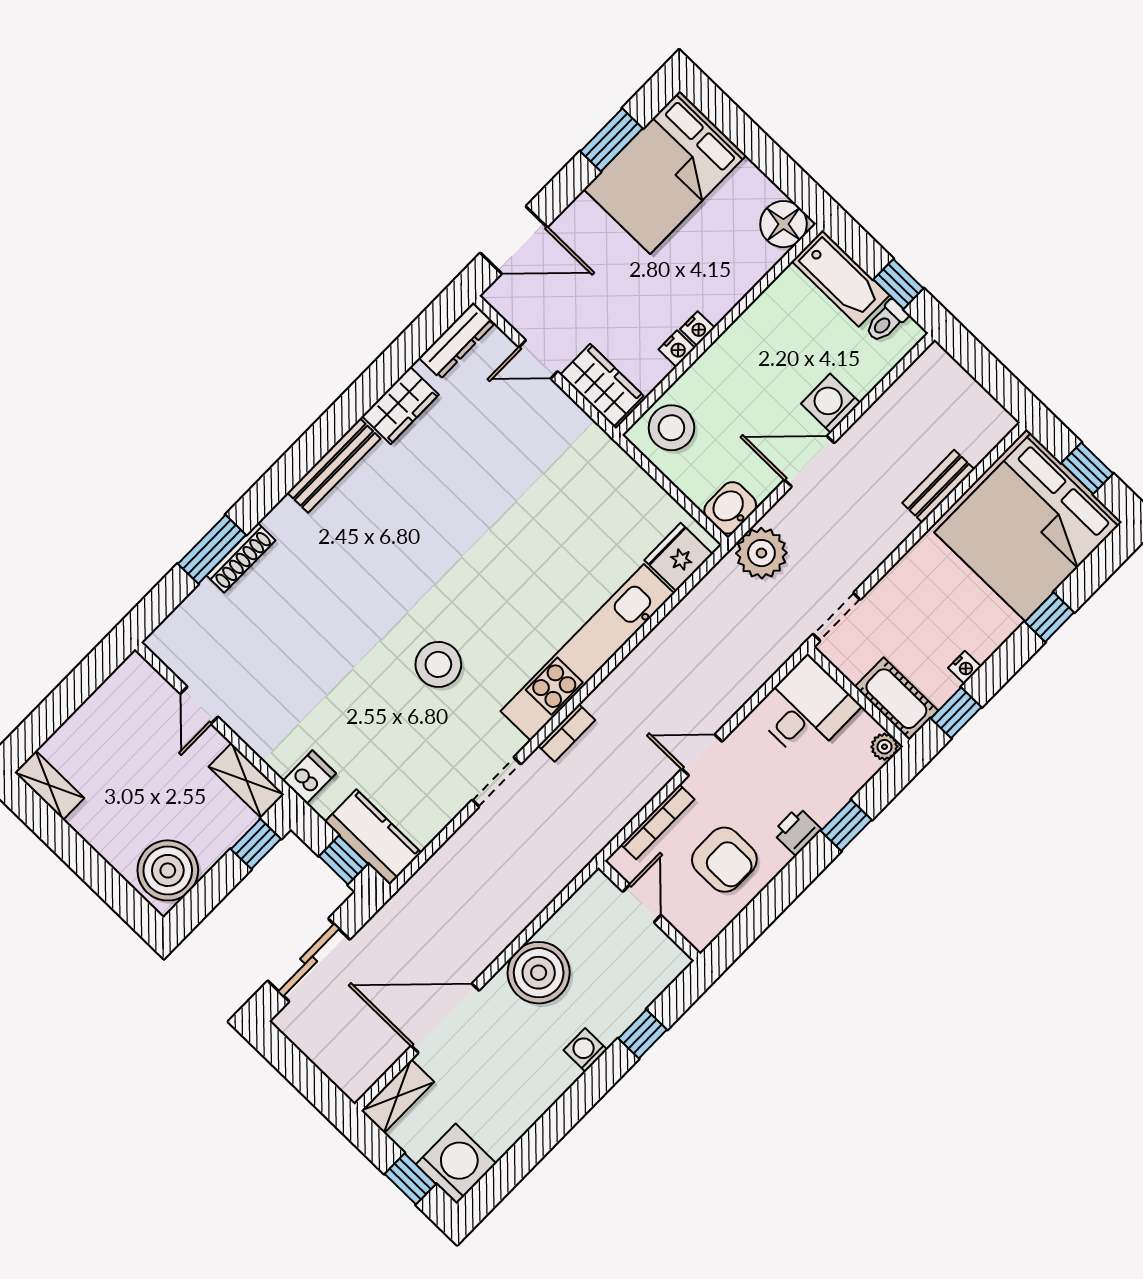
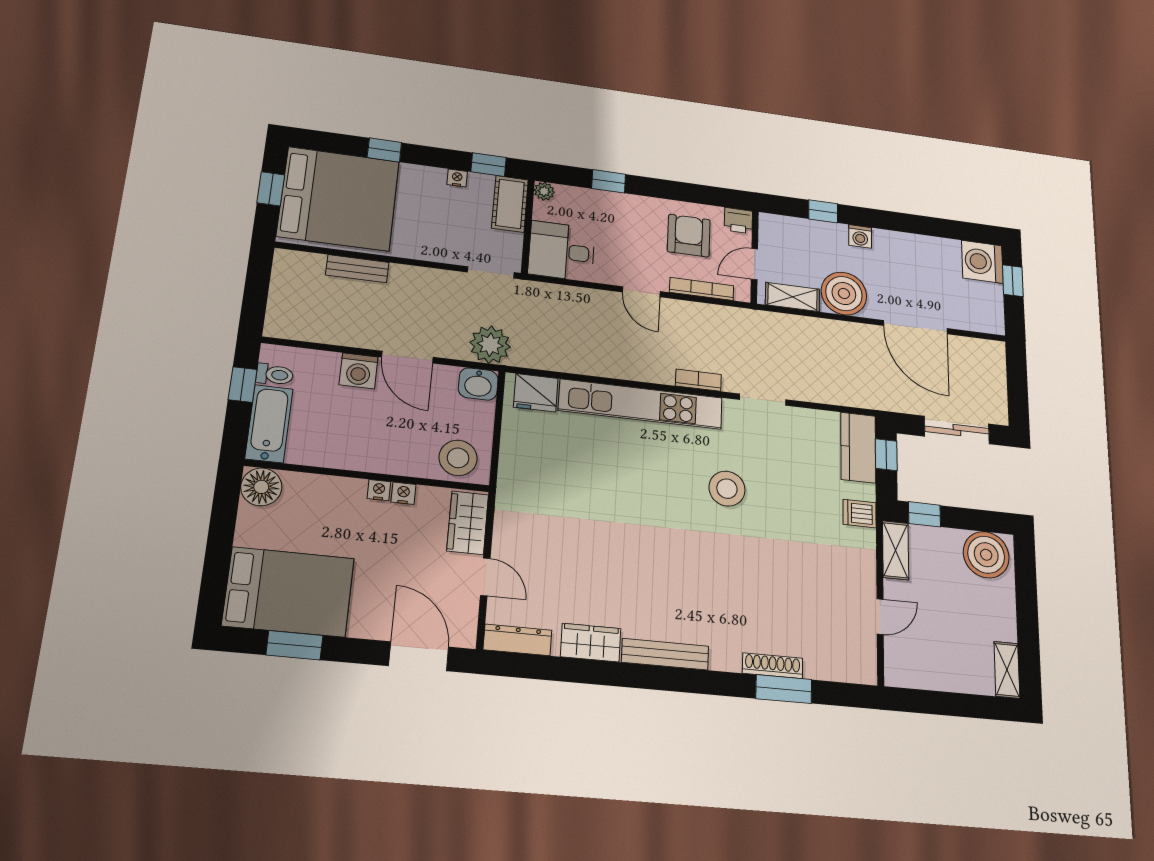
printer: (797, 831) -> (738, 221), moved
shelving: (398, 1096) -> (792, 297), moved

